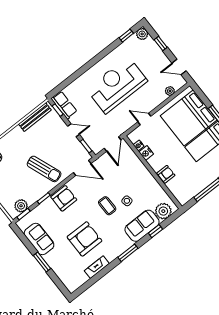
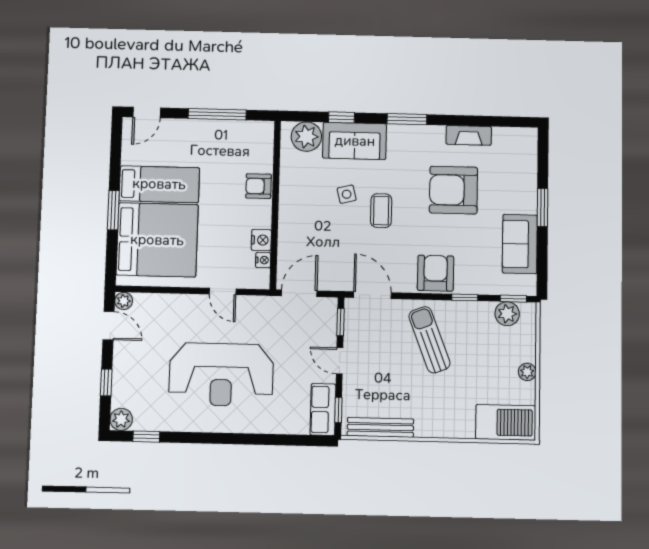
plant: (170, 91) -> (124, 301), moved
armchair: (64, 198) -> (436, 273), turned 90

